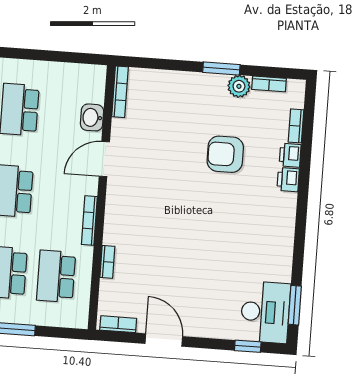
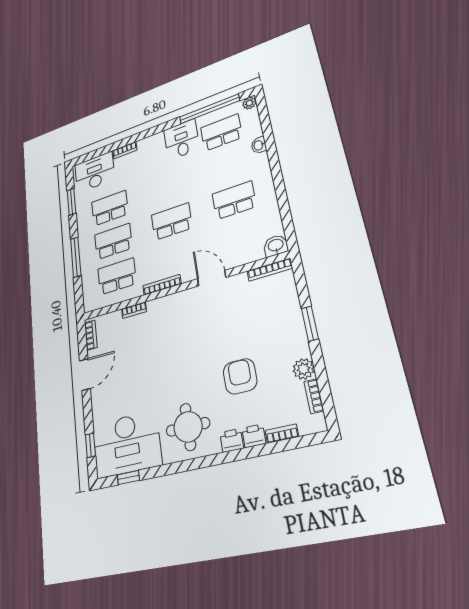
window: (221, 68) -> (310, 324), moved
washbasin: (92, 117) -> (276, 246), moved
round table: (261, 225) -> (188, 427), added
window: (295, 305) -> (128, 478), width x0.67
desk: (265, 312) -> (127, 444), width x1.36, depth x1.30

